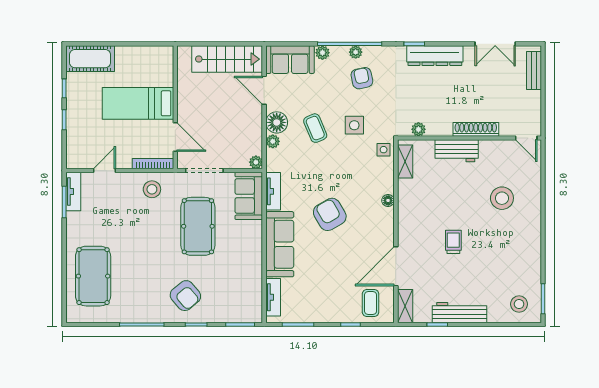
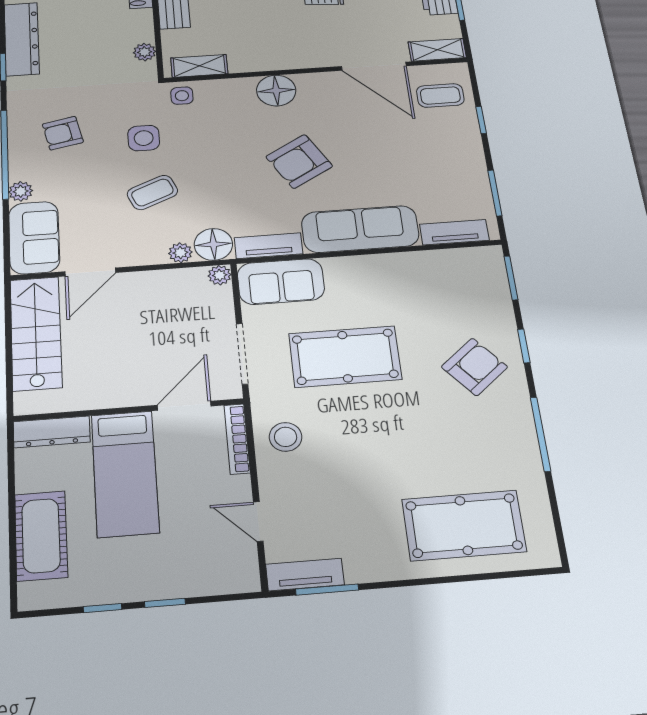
plant: (356, 52) -> (18, 145), removed
cot: (90, 59) -> (41, 536), moved
dresser: (166, 66) -> (52, 432), added
floor lamp: (277, 122) -> (213, 244), moved
floor lamp: (388, 200) -> (276, 91), width x1.89, depth x1.89

